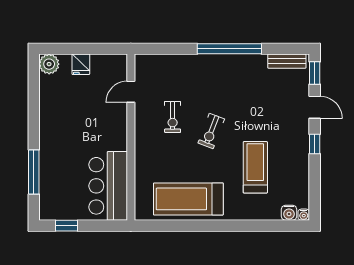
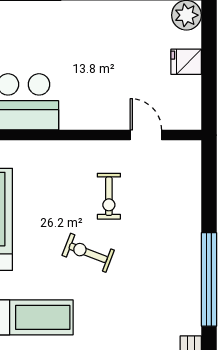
exercise bike: (173, 117) -> (109, 196), turned -90

